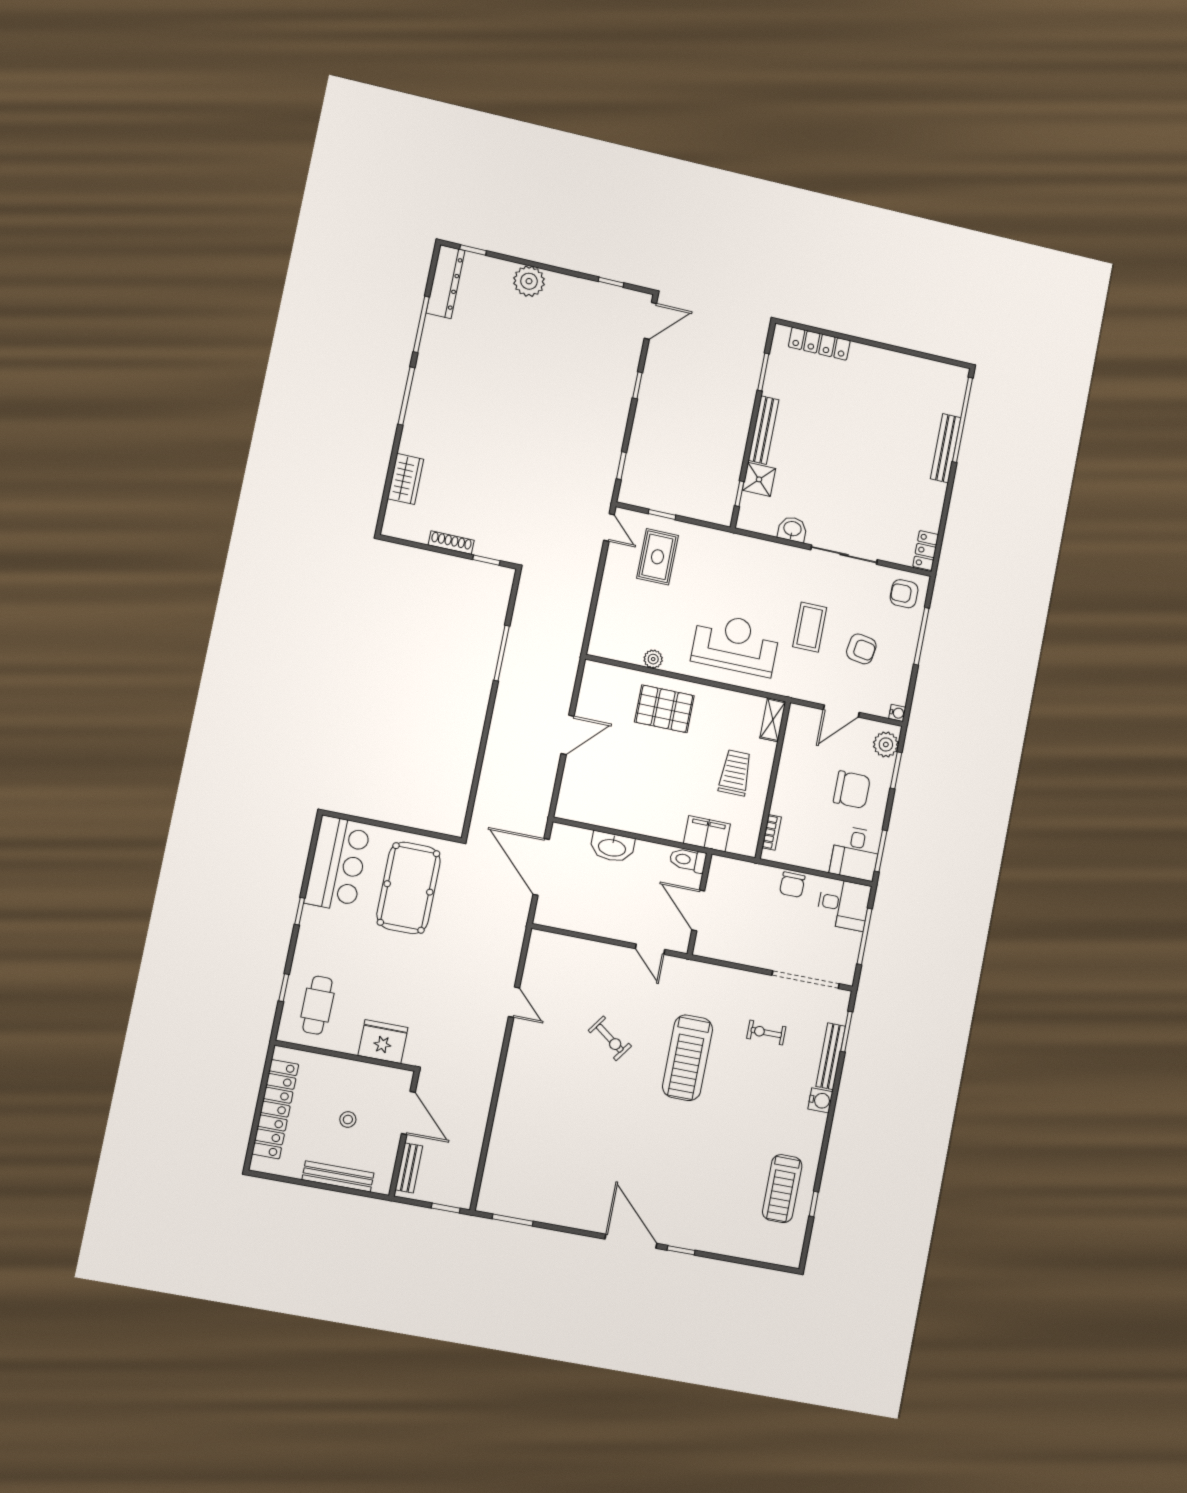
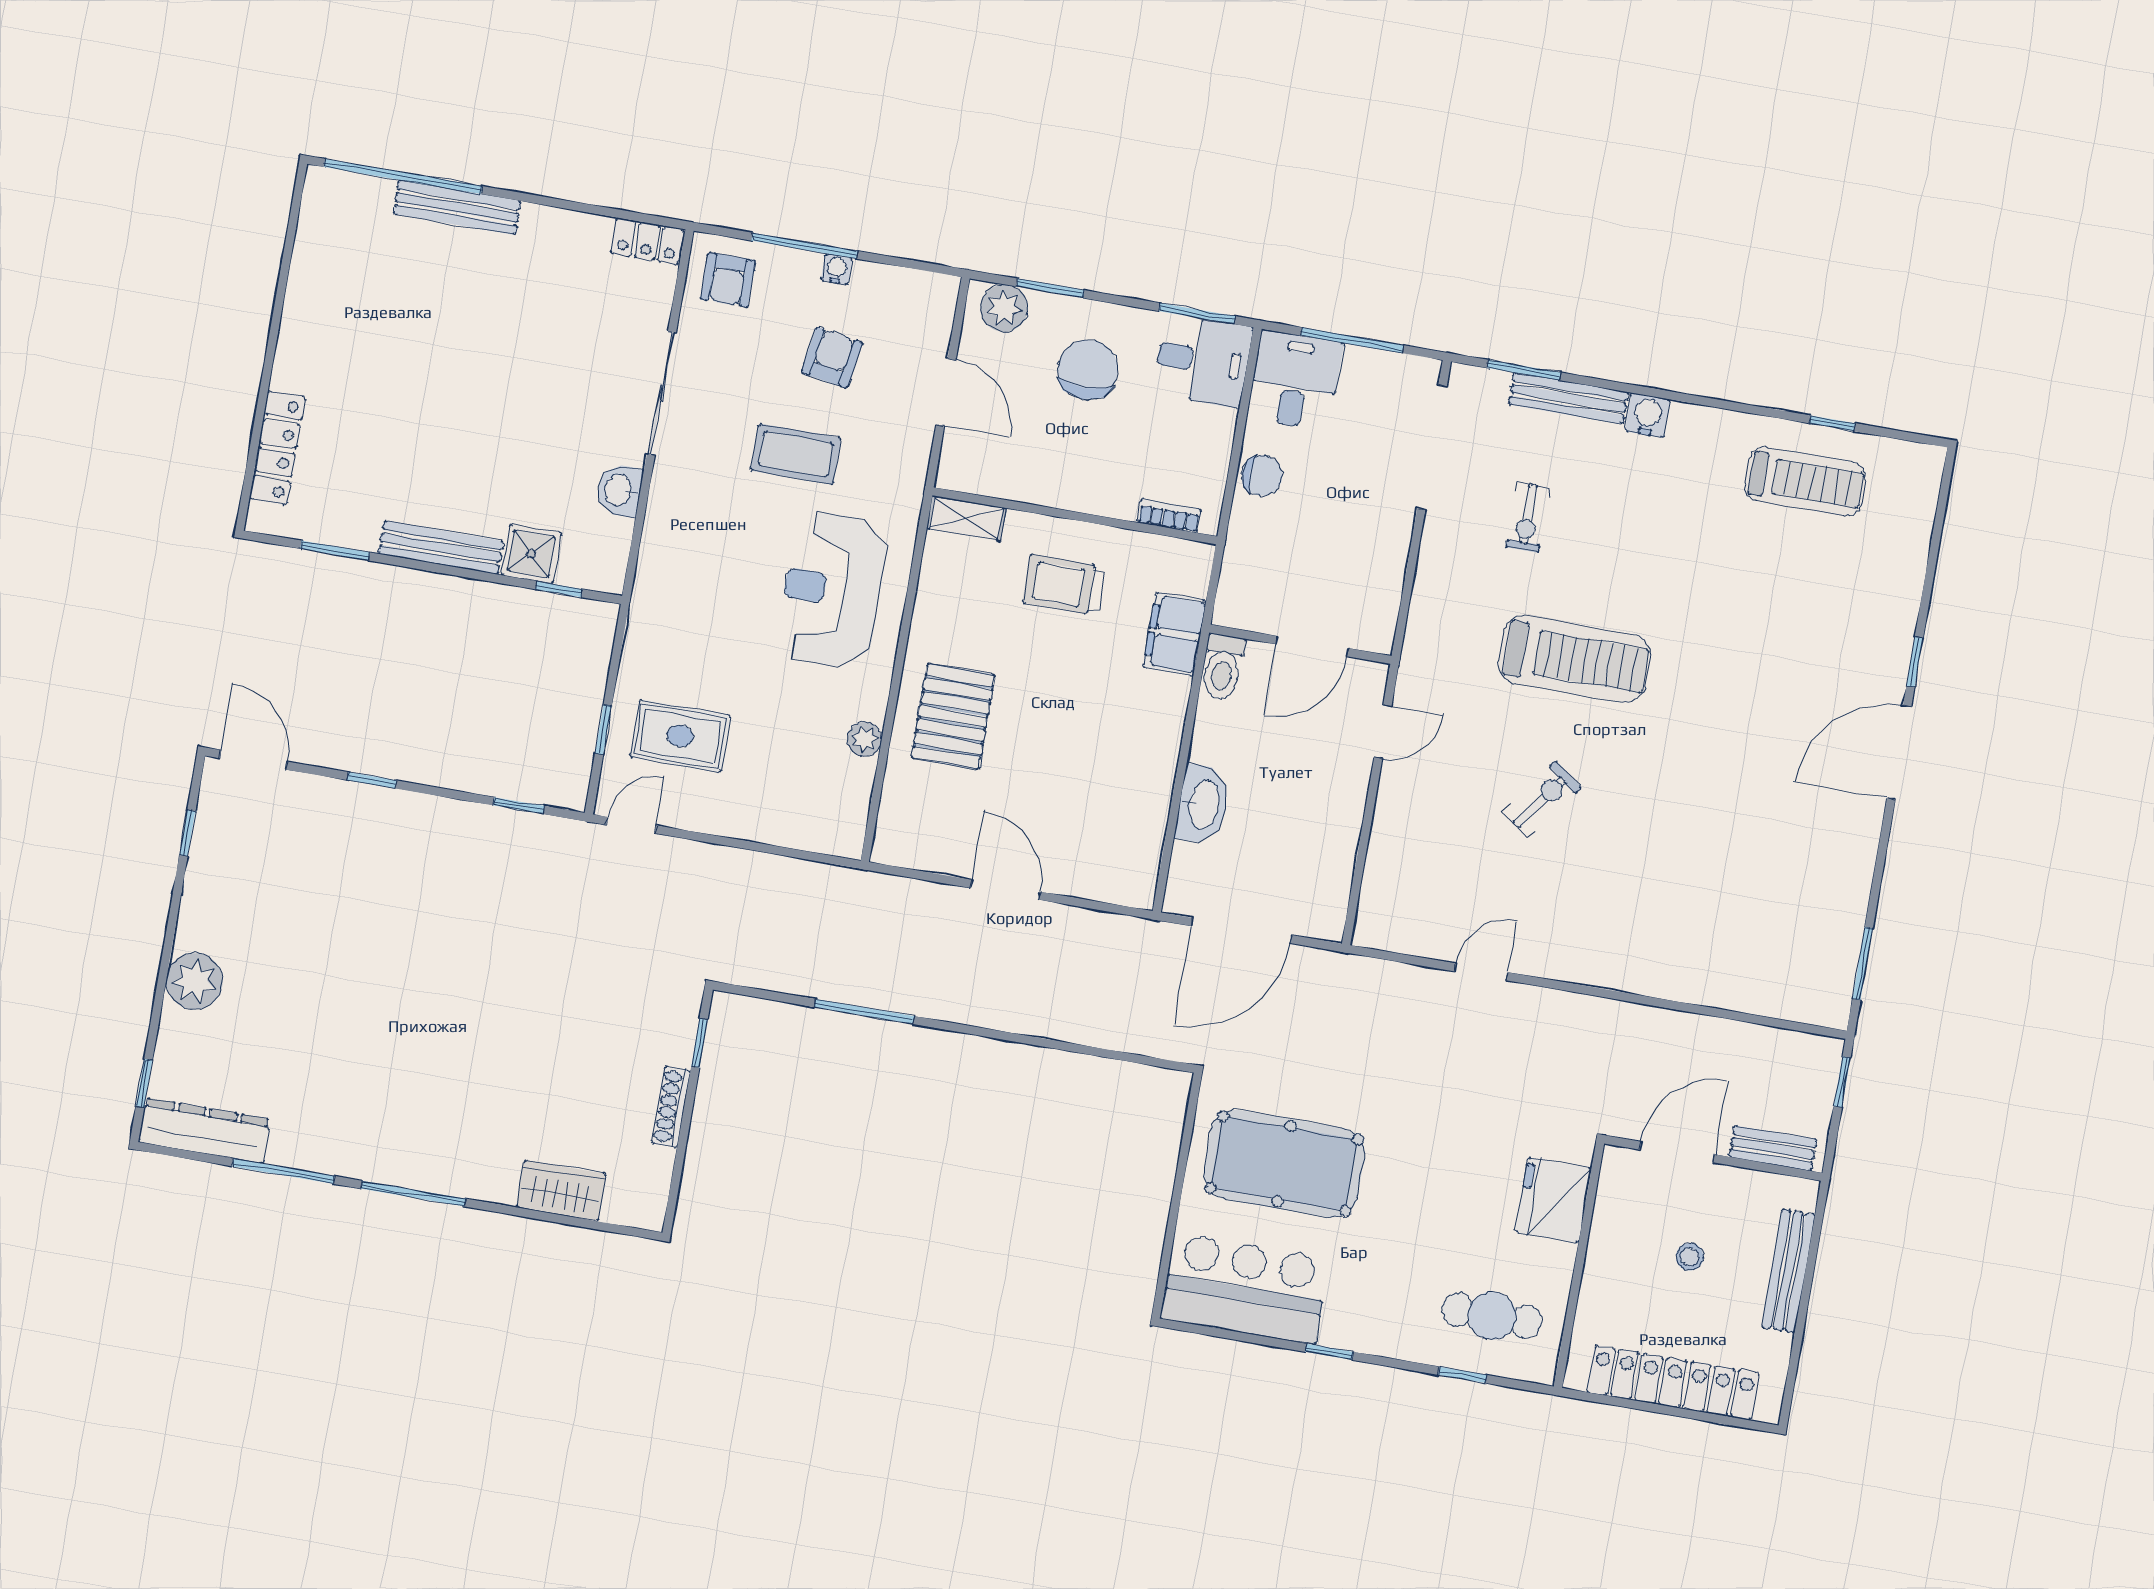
water cooler: (897, 713) -> (837, 269), moved

